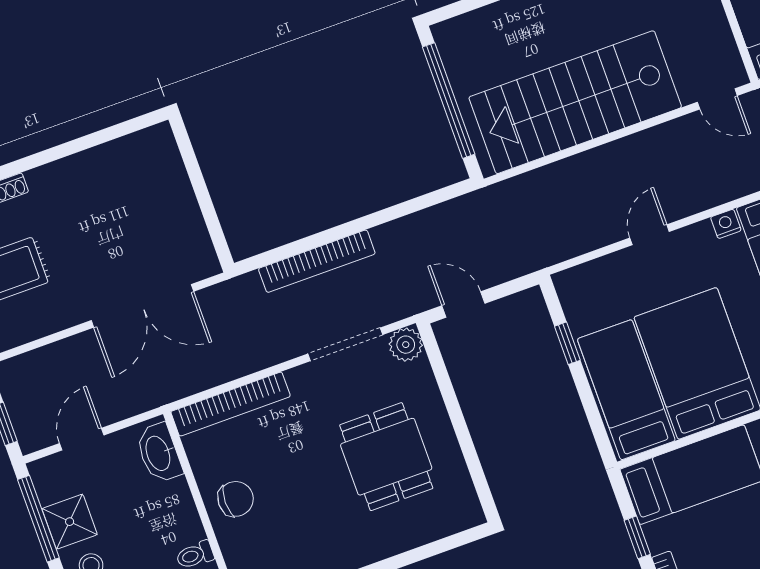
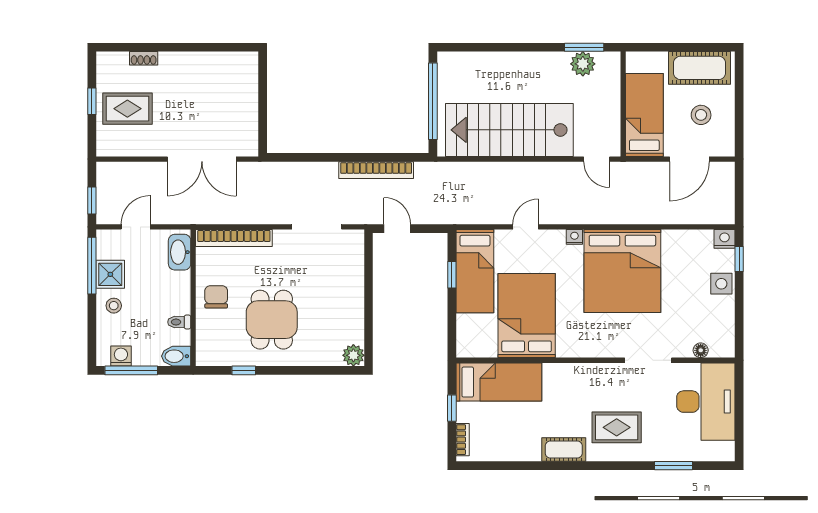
bookcase: (317, 261) -> (376, 170), moved
plant: (406, 345) -> (353, 355), moved
bed: (626, 390) -> (475, 271), moved, turned 180
dining table: (386, 457) -> (272, 320), moved
chair: (236, 499) -> (216, 297), turned -90

